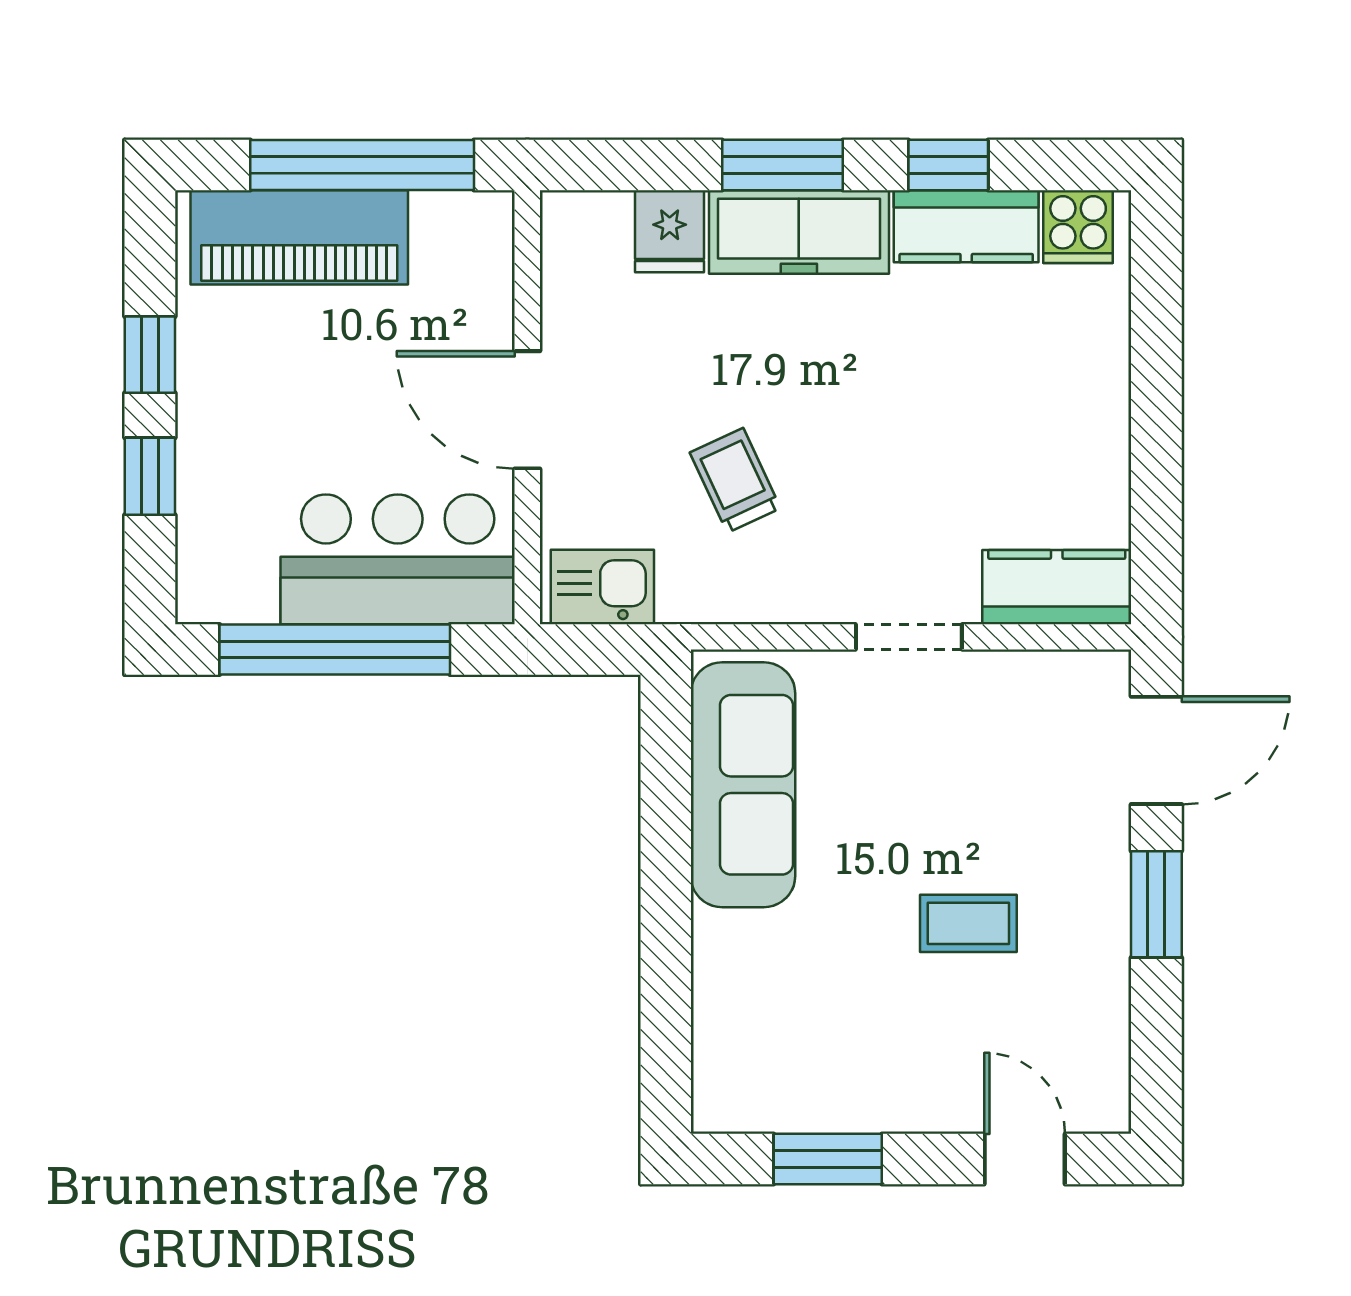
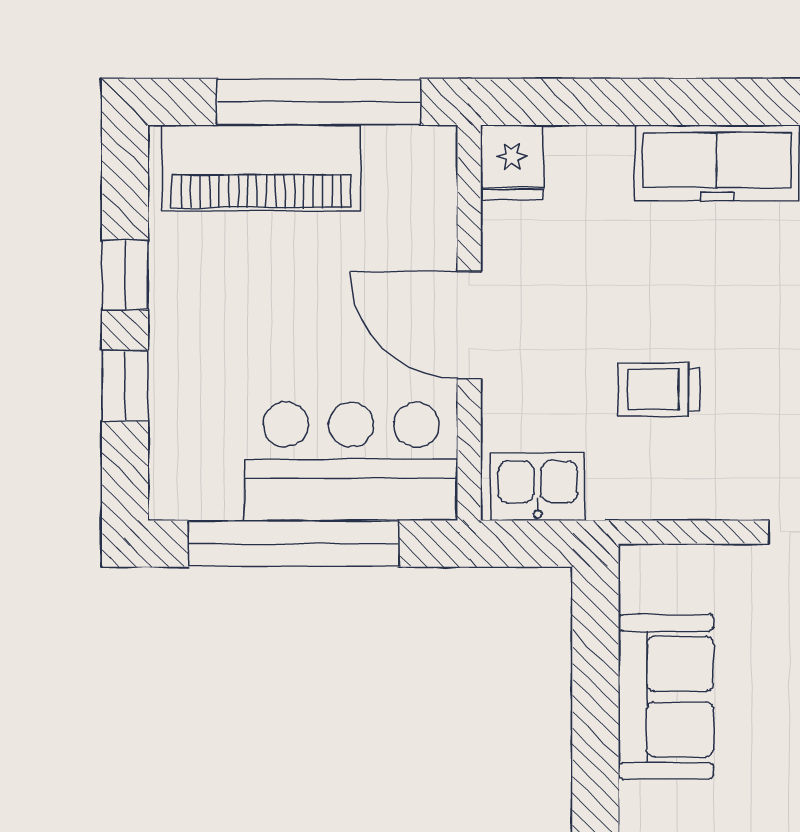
window: (782, 165) -> (702, 102), removed
fridge: (670, 231) -> (512, 162), moved
trolley: (735, 480) -> (659, 389), turned -65
sofa: (743, 785) -> (666, 697), width x0.73

